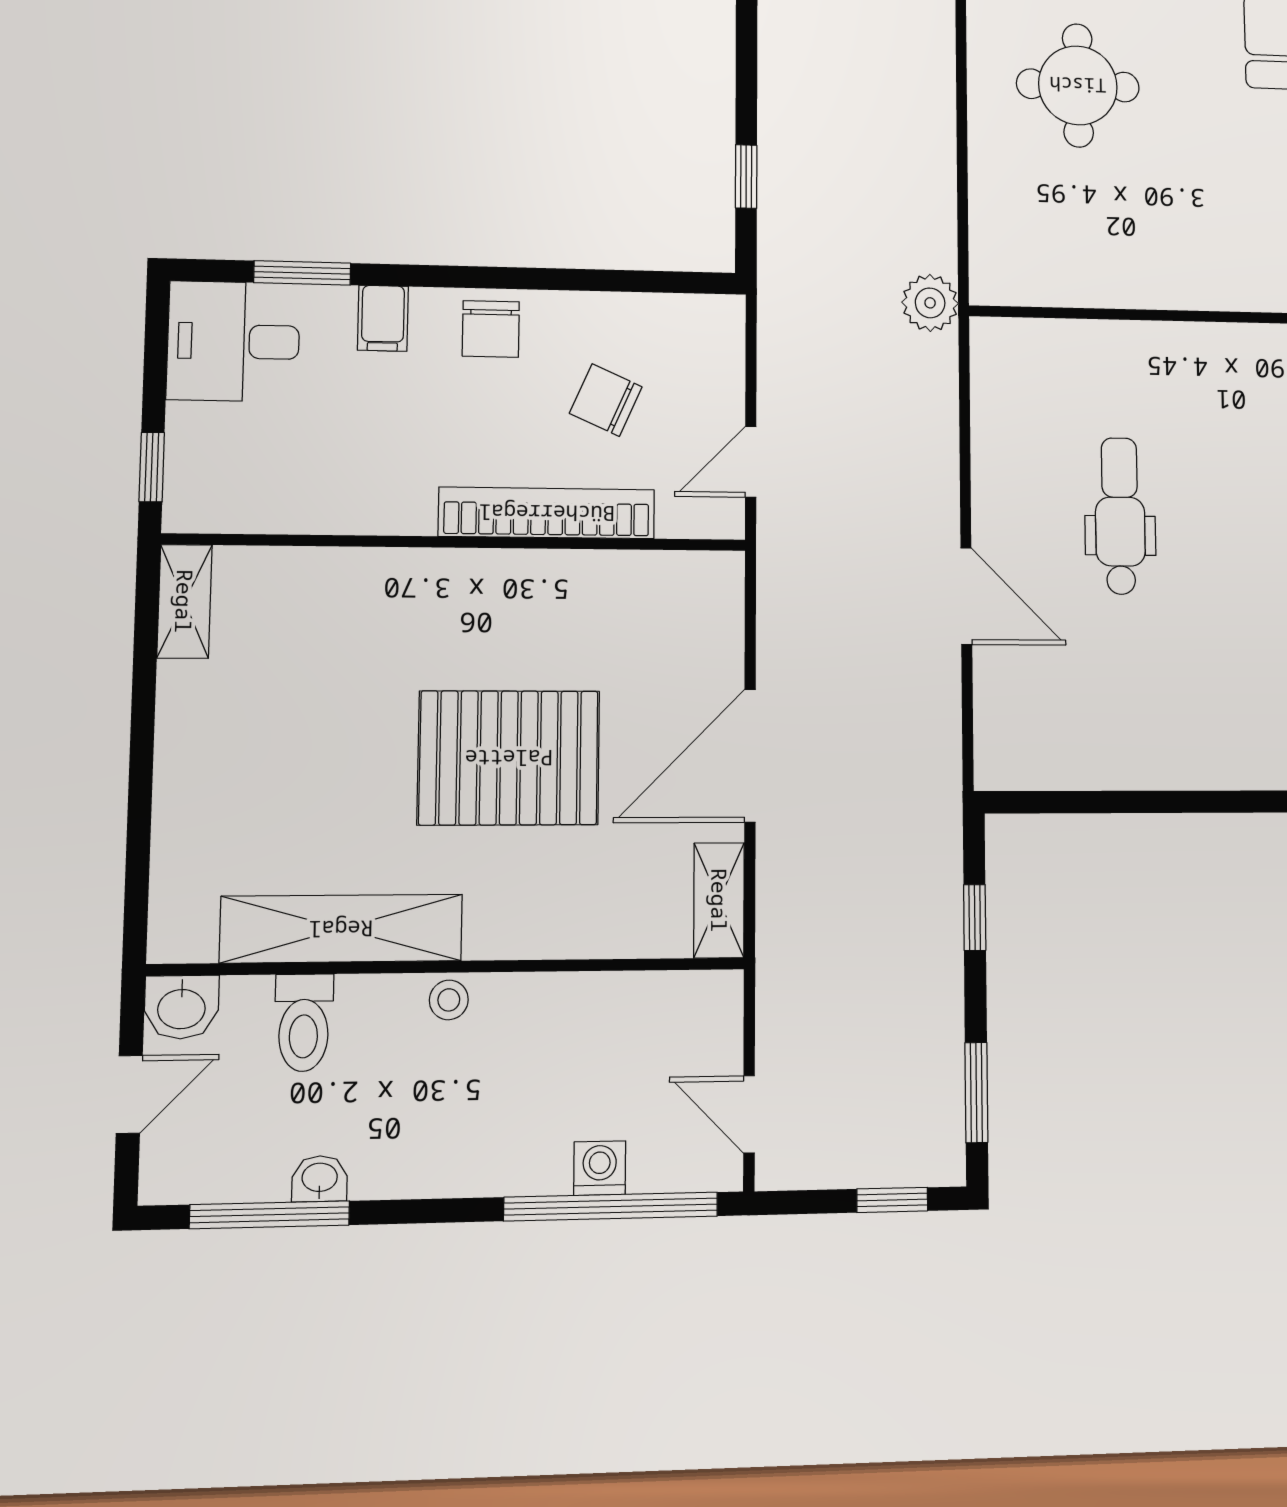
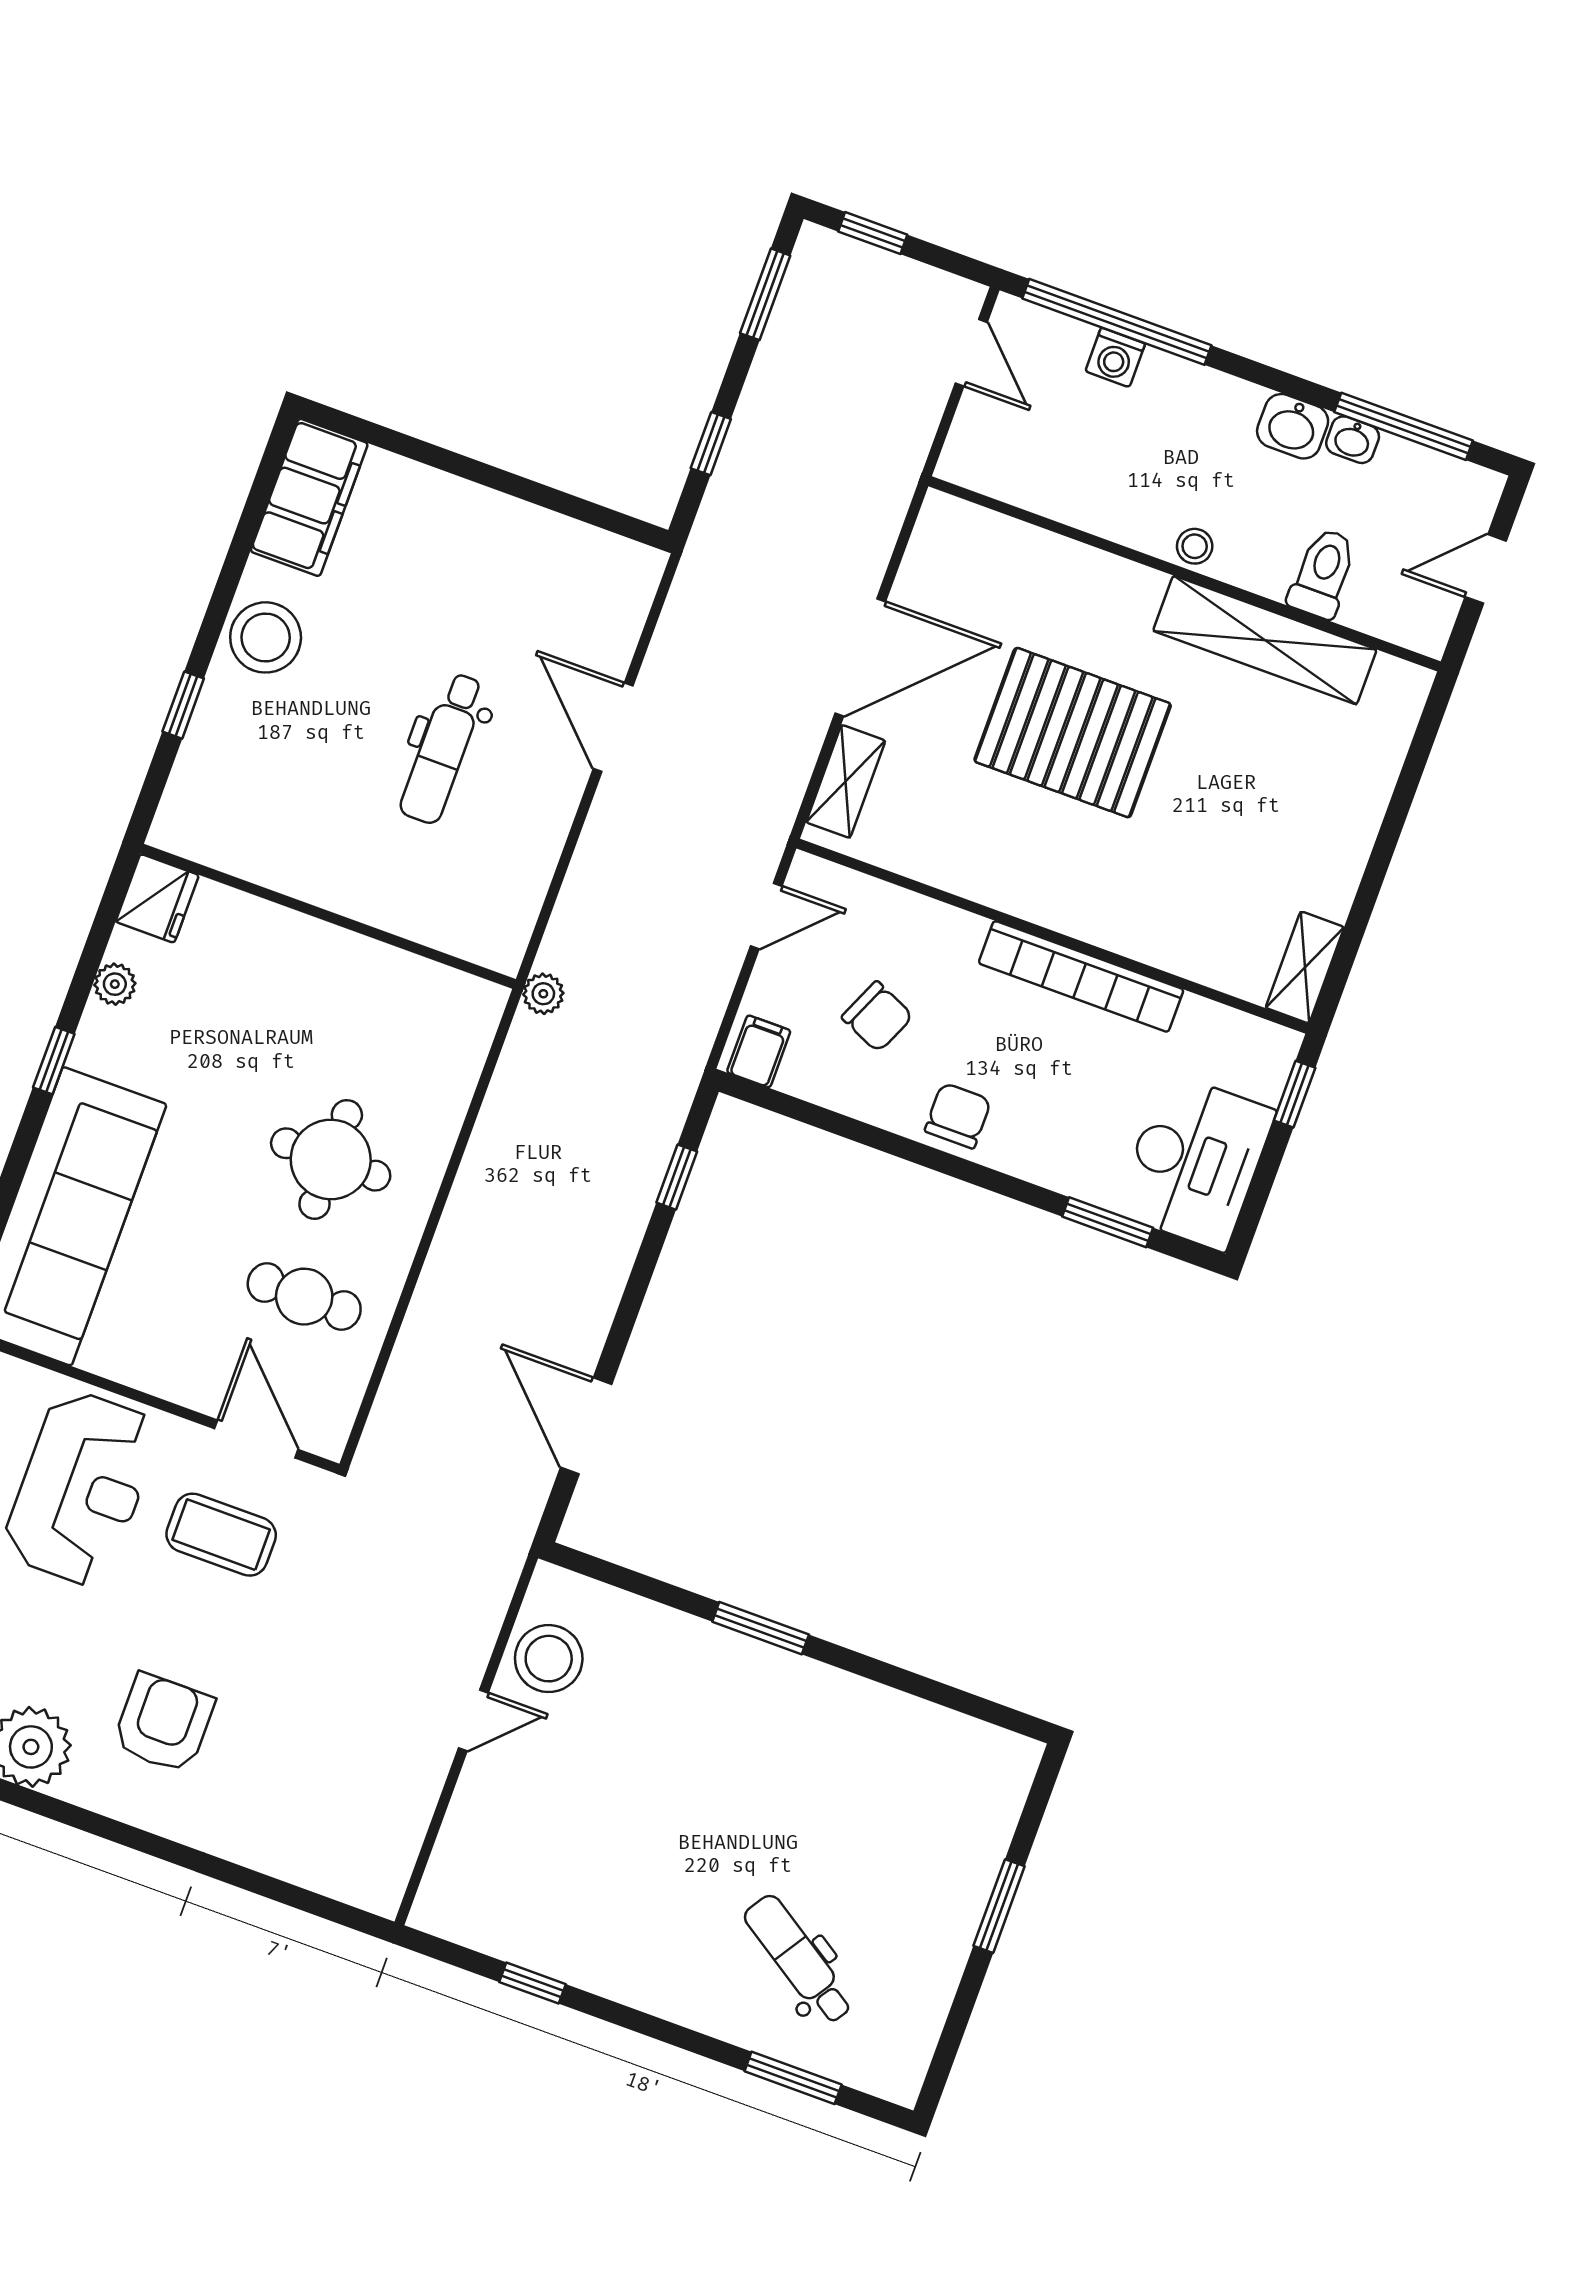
plant: (930, 303) -> (543, 994), width x0.73, depth x0.73
filing cabinet: (383, 318) -> (759, 1051), moved
desk: (233, 341) -> (1195, 1162), width x1.37
bookcase: (547, 513) -> (1081, 976), moved
shelving: (719, 900) -> (846, 781), moved
washbasin: (181, 1007) -> (1293, 426), moved, turned 180

